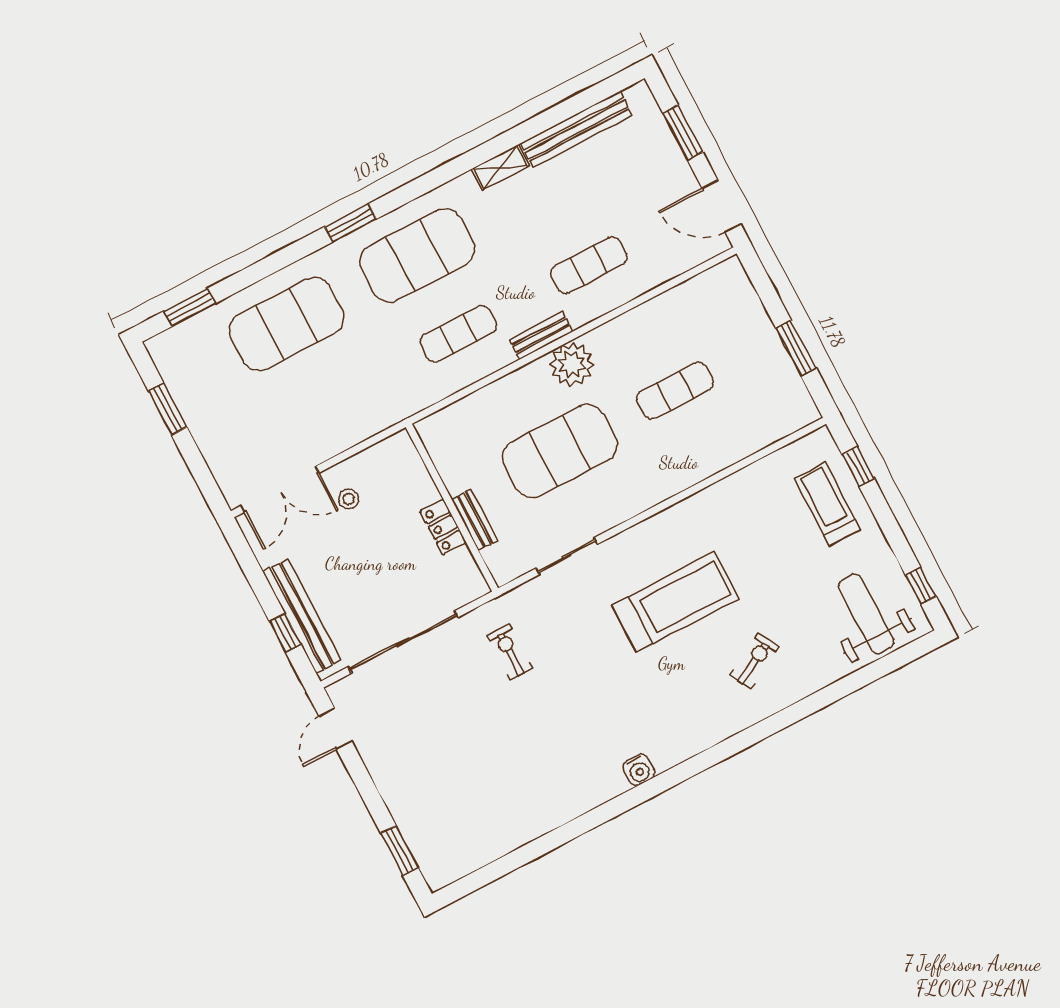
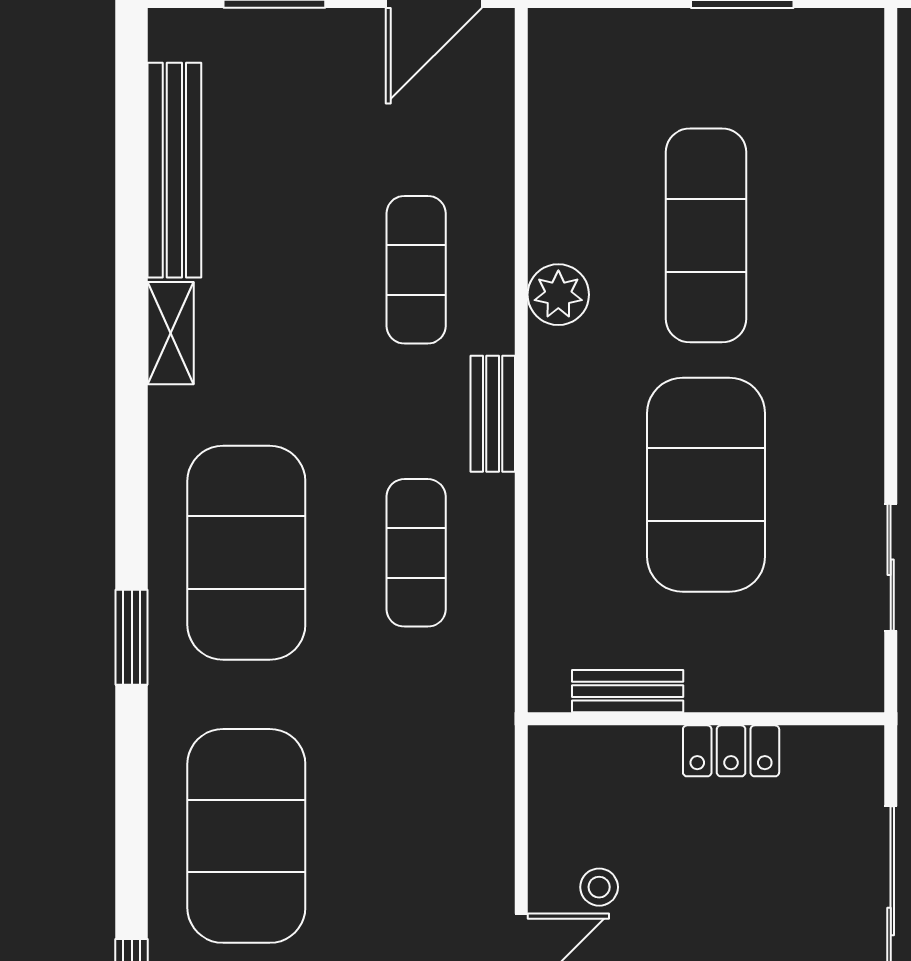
plant: (572, 364) -> (558, 295), moved, width x0.73, depth x0.73
exercise mat: (675, 391) -> (706, 235), width x1.36, depth x1.45
bench: (475, 520) -> (628, 691), moved

